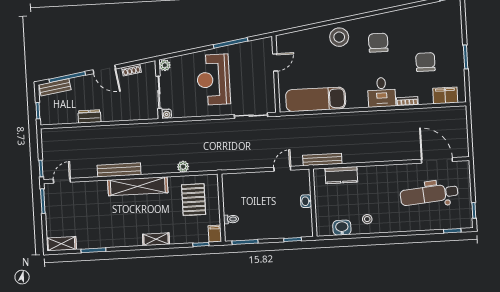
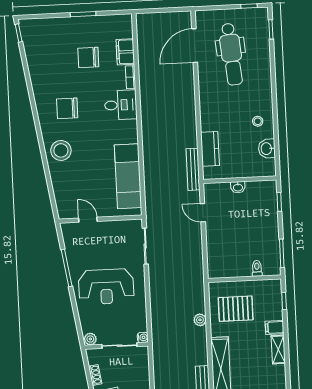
filing cabinet: (445, 95) -> (125, 52), moved
filing cabinet: (215, 234) -> (275, 327), moved

